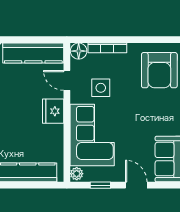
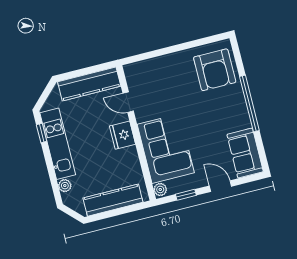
bookcase: (107, 48) -> (159, 61), removed
floor lamp: (79, 51) -> (132, 71), removed
side table: (101, 88) -> (163, 101), removed

